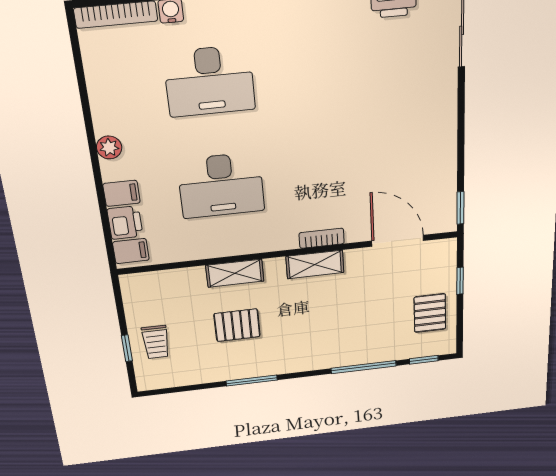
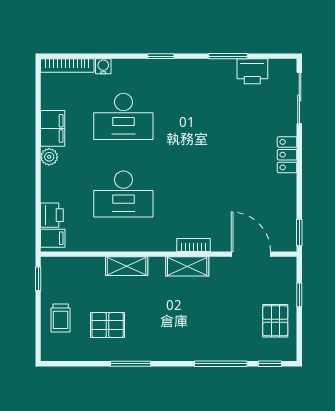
locker: (444, 111) -> (287, 155), added
filing cabinet: (122, 193) -> (53, 128), moved, width x2.00
pallet: (237, 325) -> (108, 325), moved
window: (127, 348) -> (38, 279), moved

